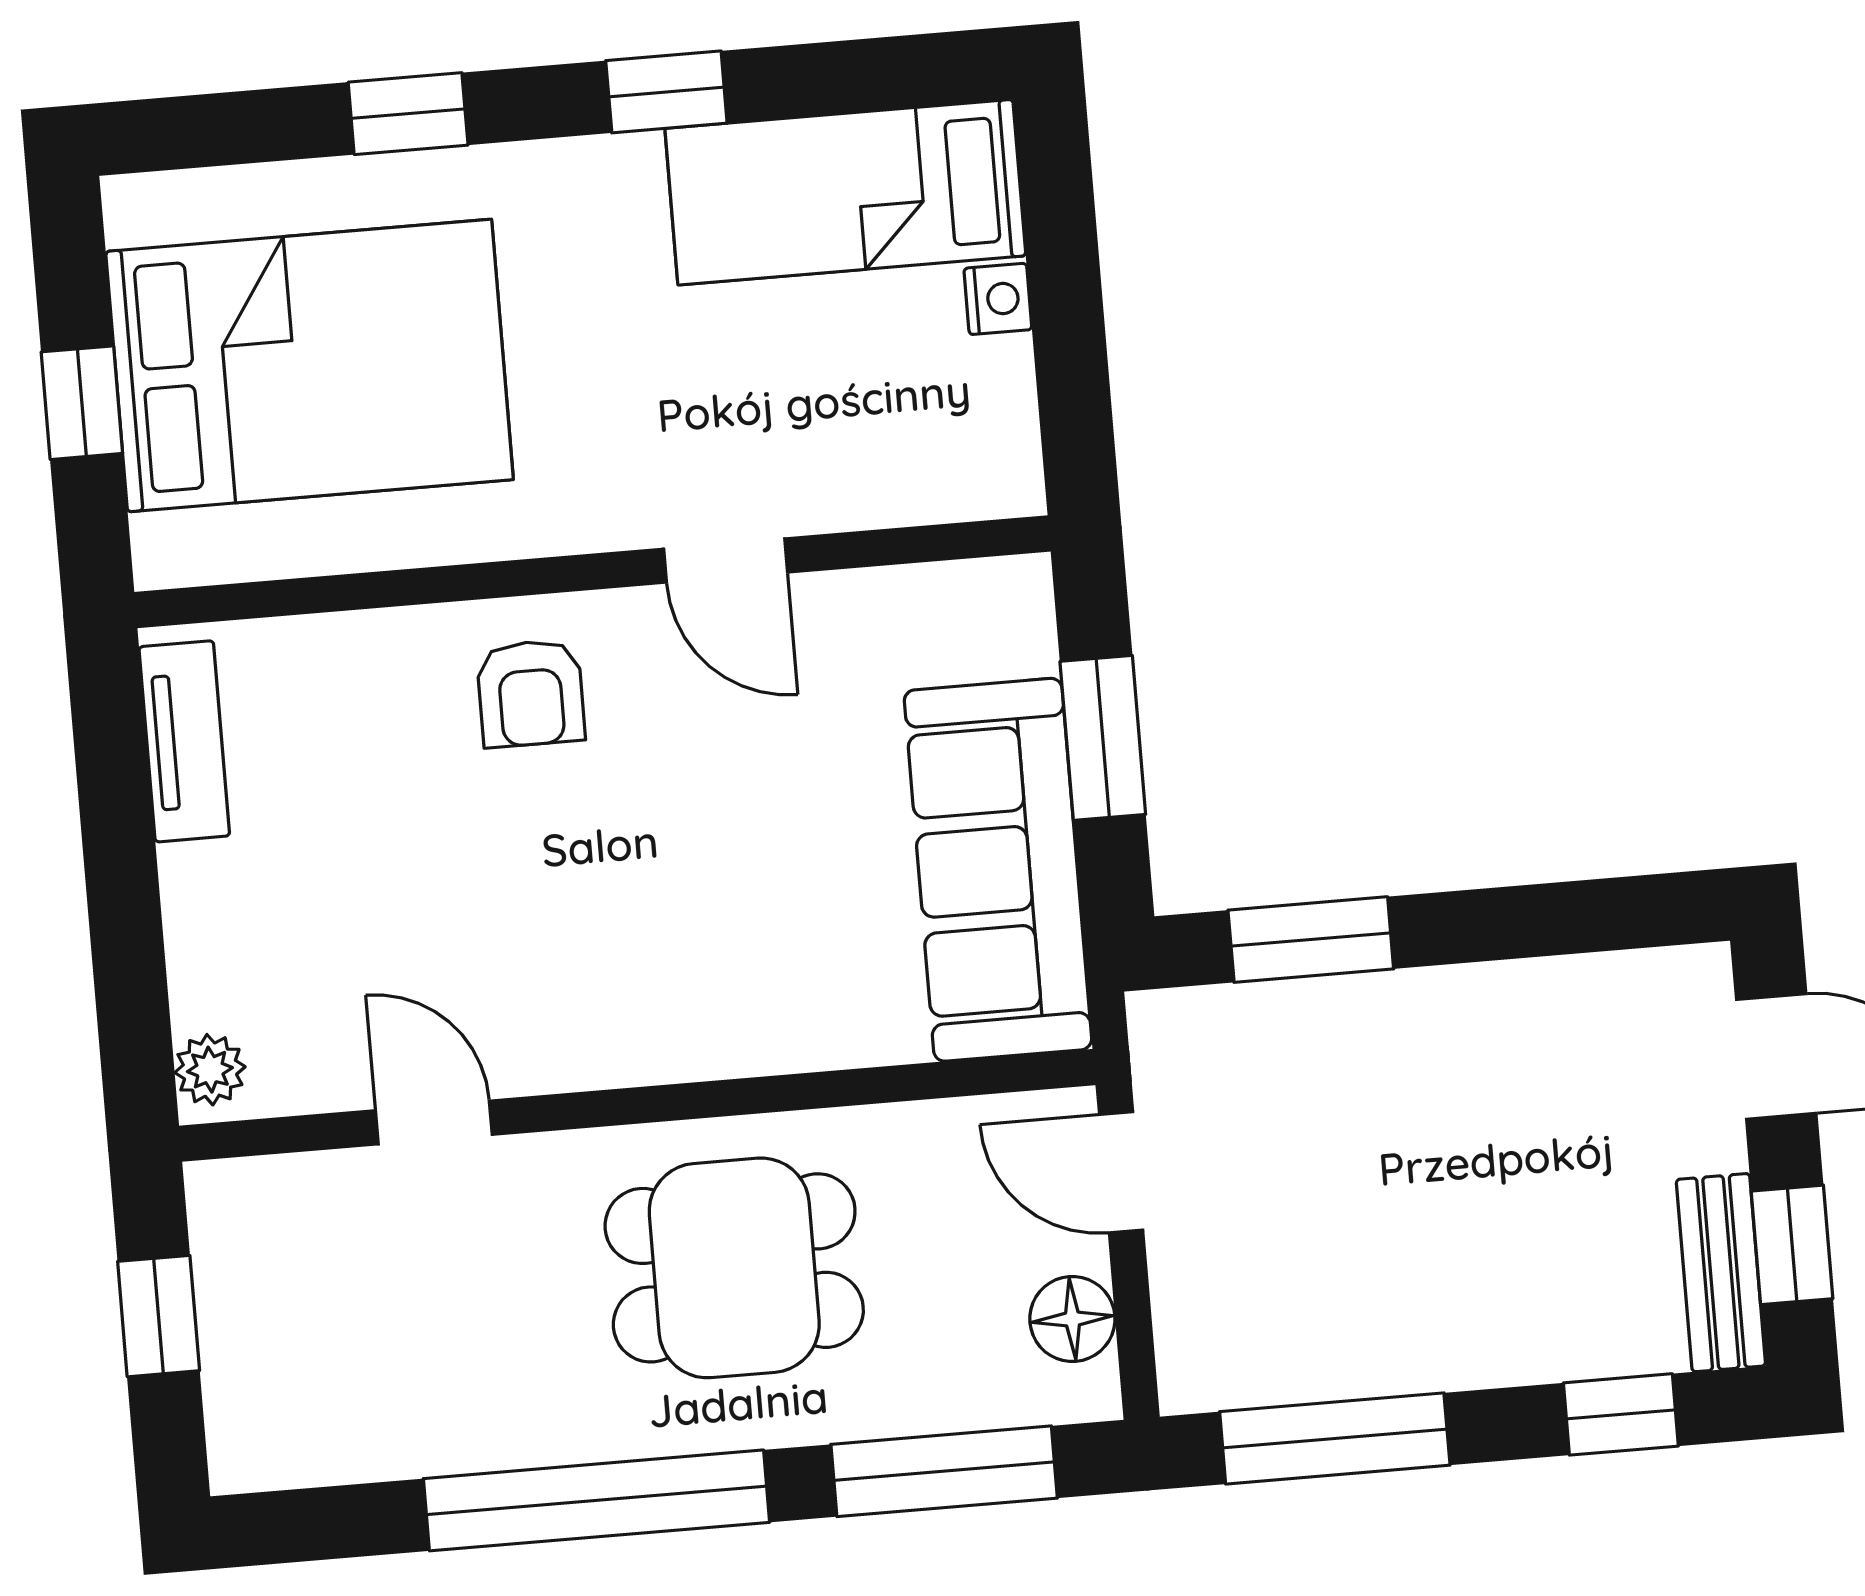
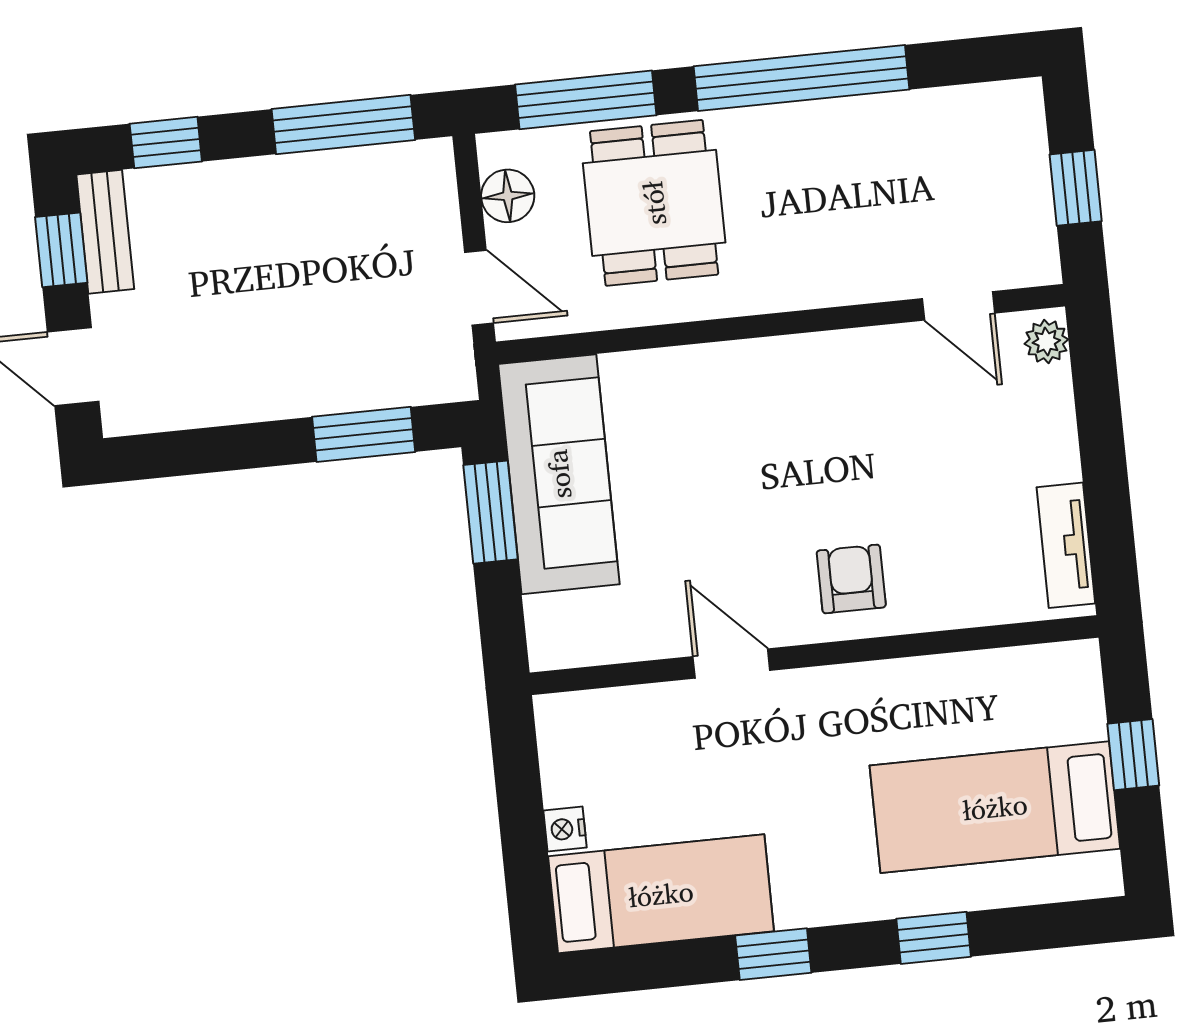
bed: (310, 365) -> (995, 807), width x0.67
window: (1103, 738) -> (491, 512), moved
door: (434, 1122) -> (958, 306), moved
dining table: (734, 1268) -> (654, 203), moved, turned 90

